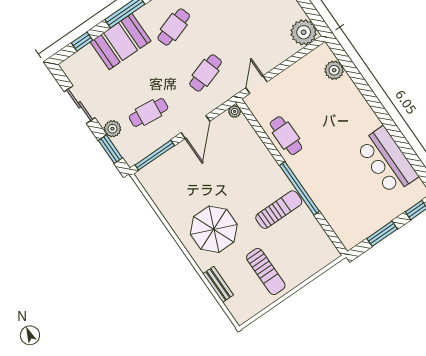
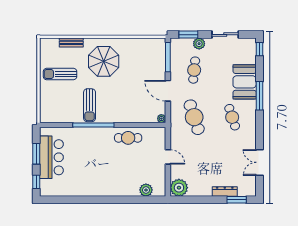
window: (82, 42) -> (259, 49), moved
cafe table: (206, 73) -> (194, 117), width x1.37, depth x1.35
door: (256, 85) -> (168, 157), moved
bar counter: (387, 161) -> (51, 157), moved, turned 90

